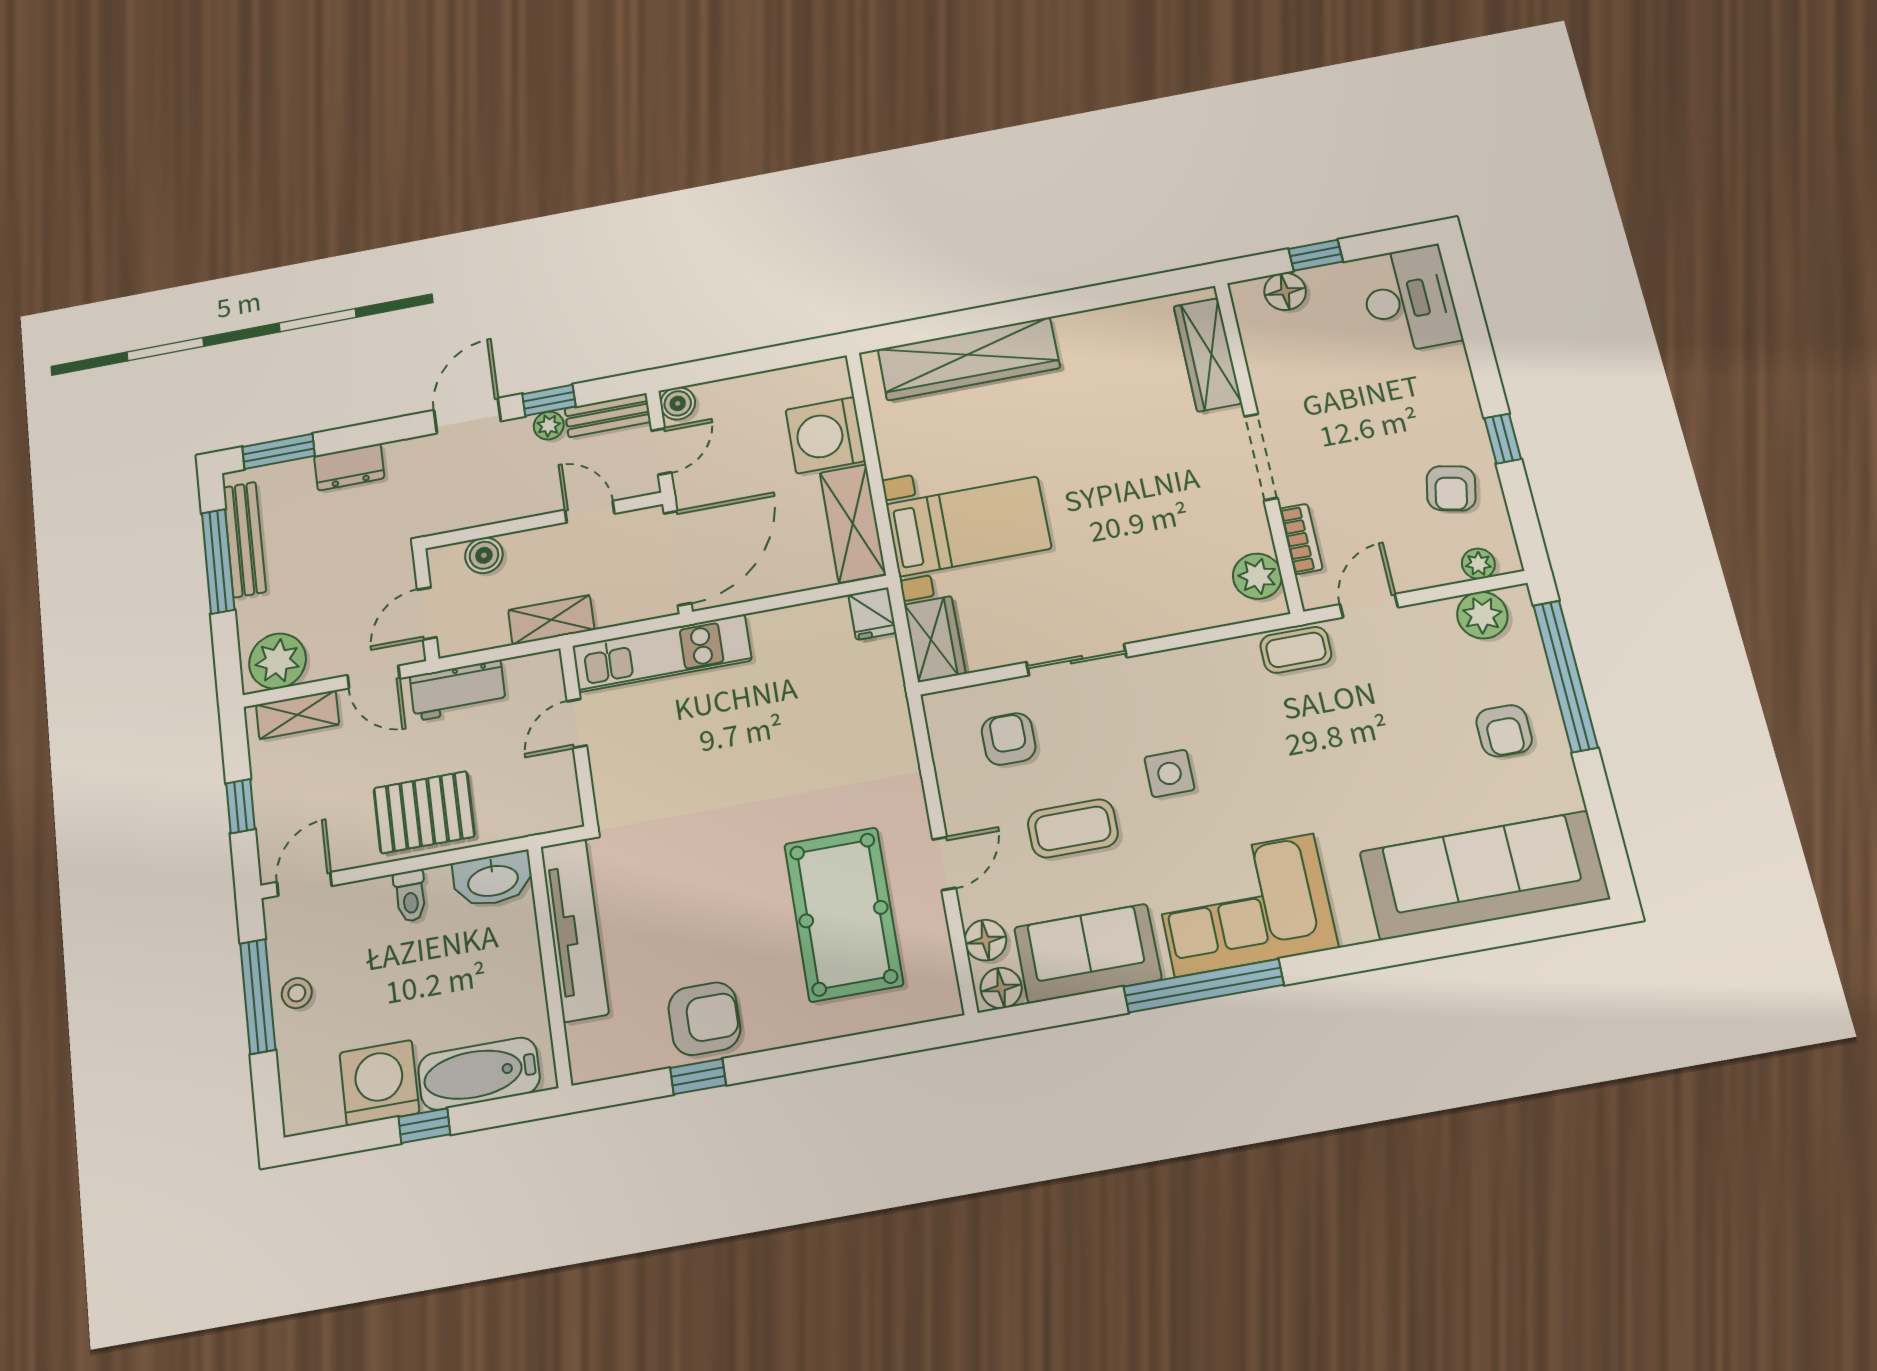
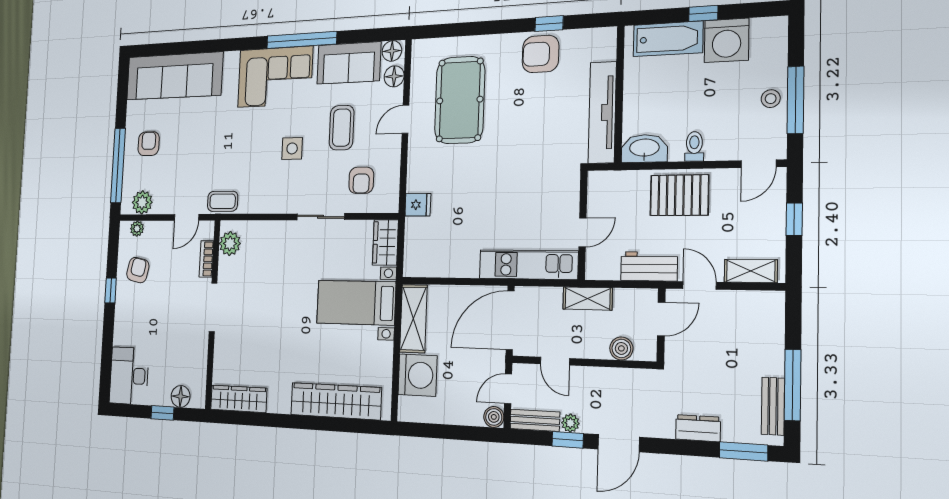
wardrobe: (1208, 355) -> (239, 399), moved, turned -90
bench: (245, 539) -> (773, 406), width x0.73
fridge: (872, 614) -> (418, 205), moved, turned 90
plant: (278, 661) -> (760, 309), removed
coffee table: (1073, 828) -> (342, 128), turned 90

